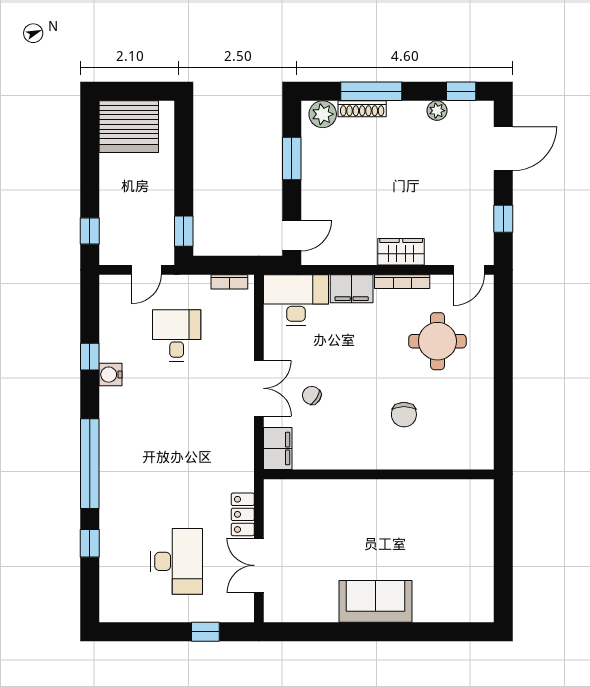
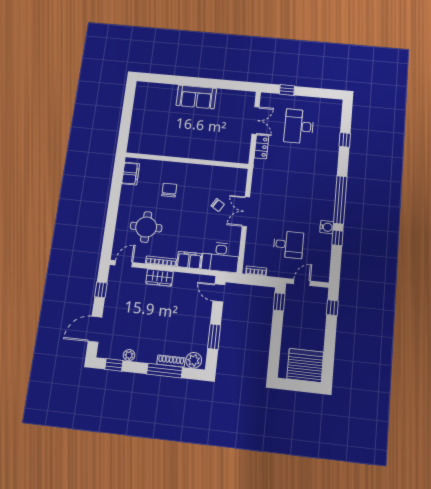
door: (292, 236) -> (219, 293), hinge flipped
desk: (177, 336) -> (288, 245), turned -90
filing cabinet: (278, 448) -> (131, 174), moved, turned 180
window: (90, 464) -> (340, 200), moved

